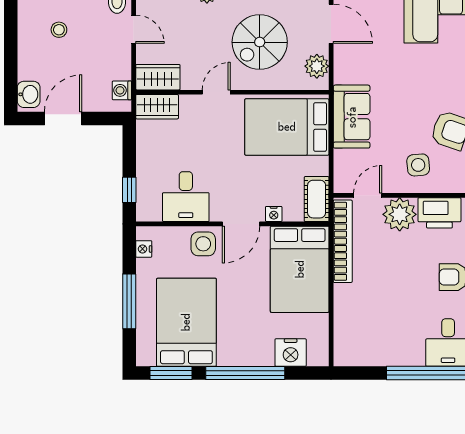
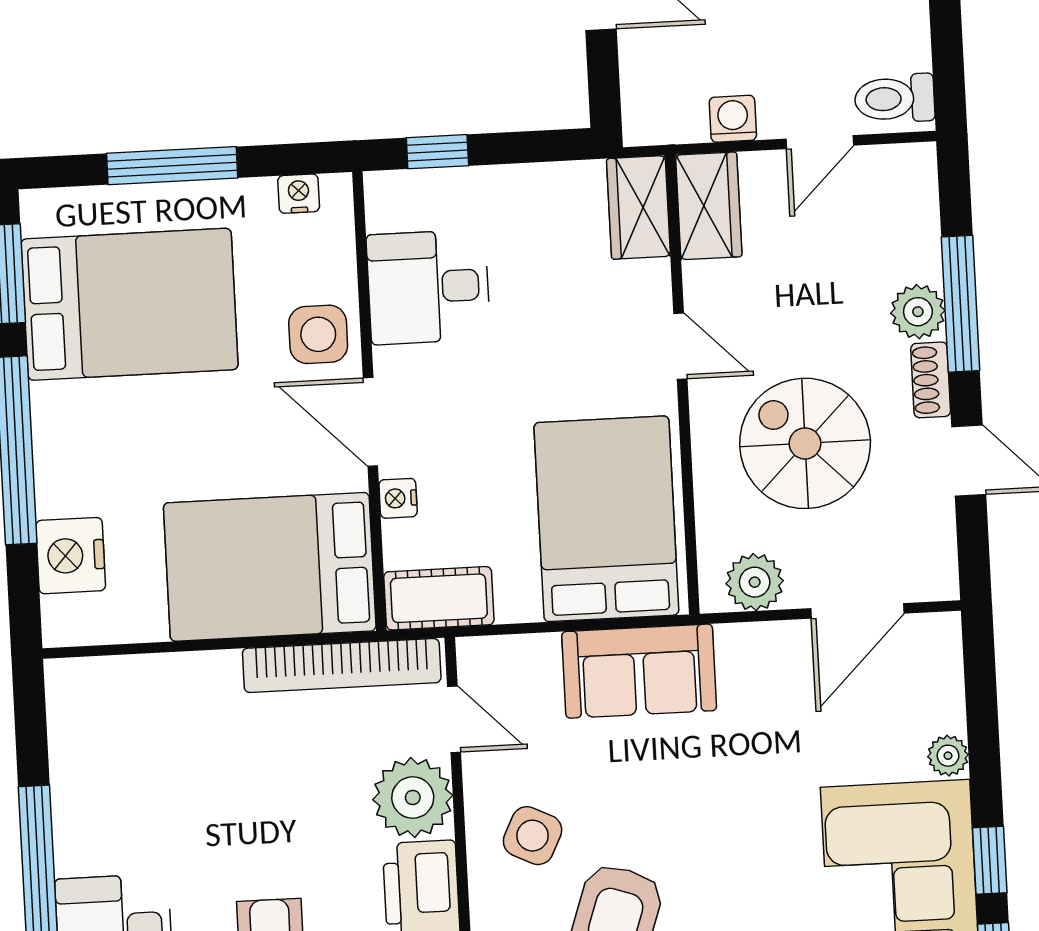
washing machine: (122, 90) -> (733, 119), moved
side table: (418, 165) -> (533, 836), turned 31

